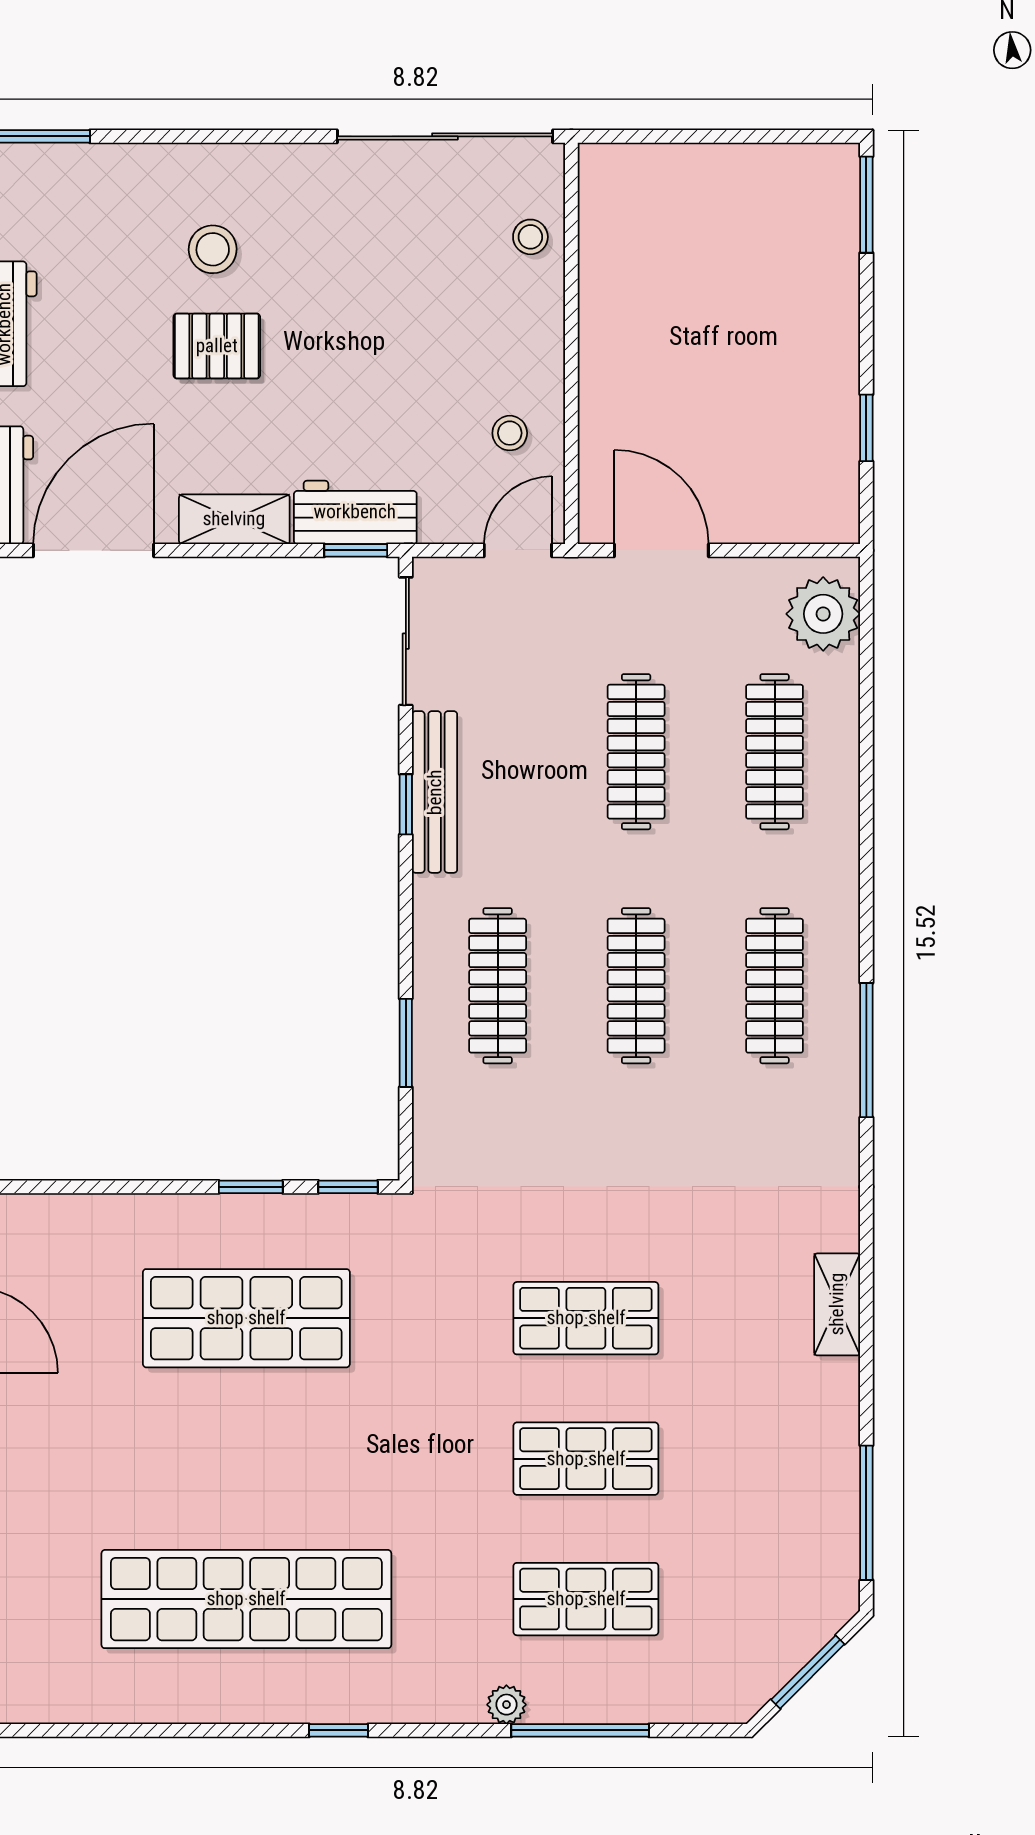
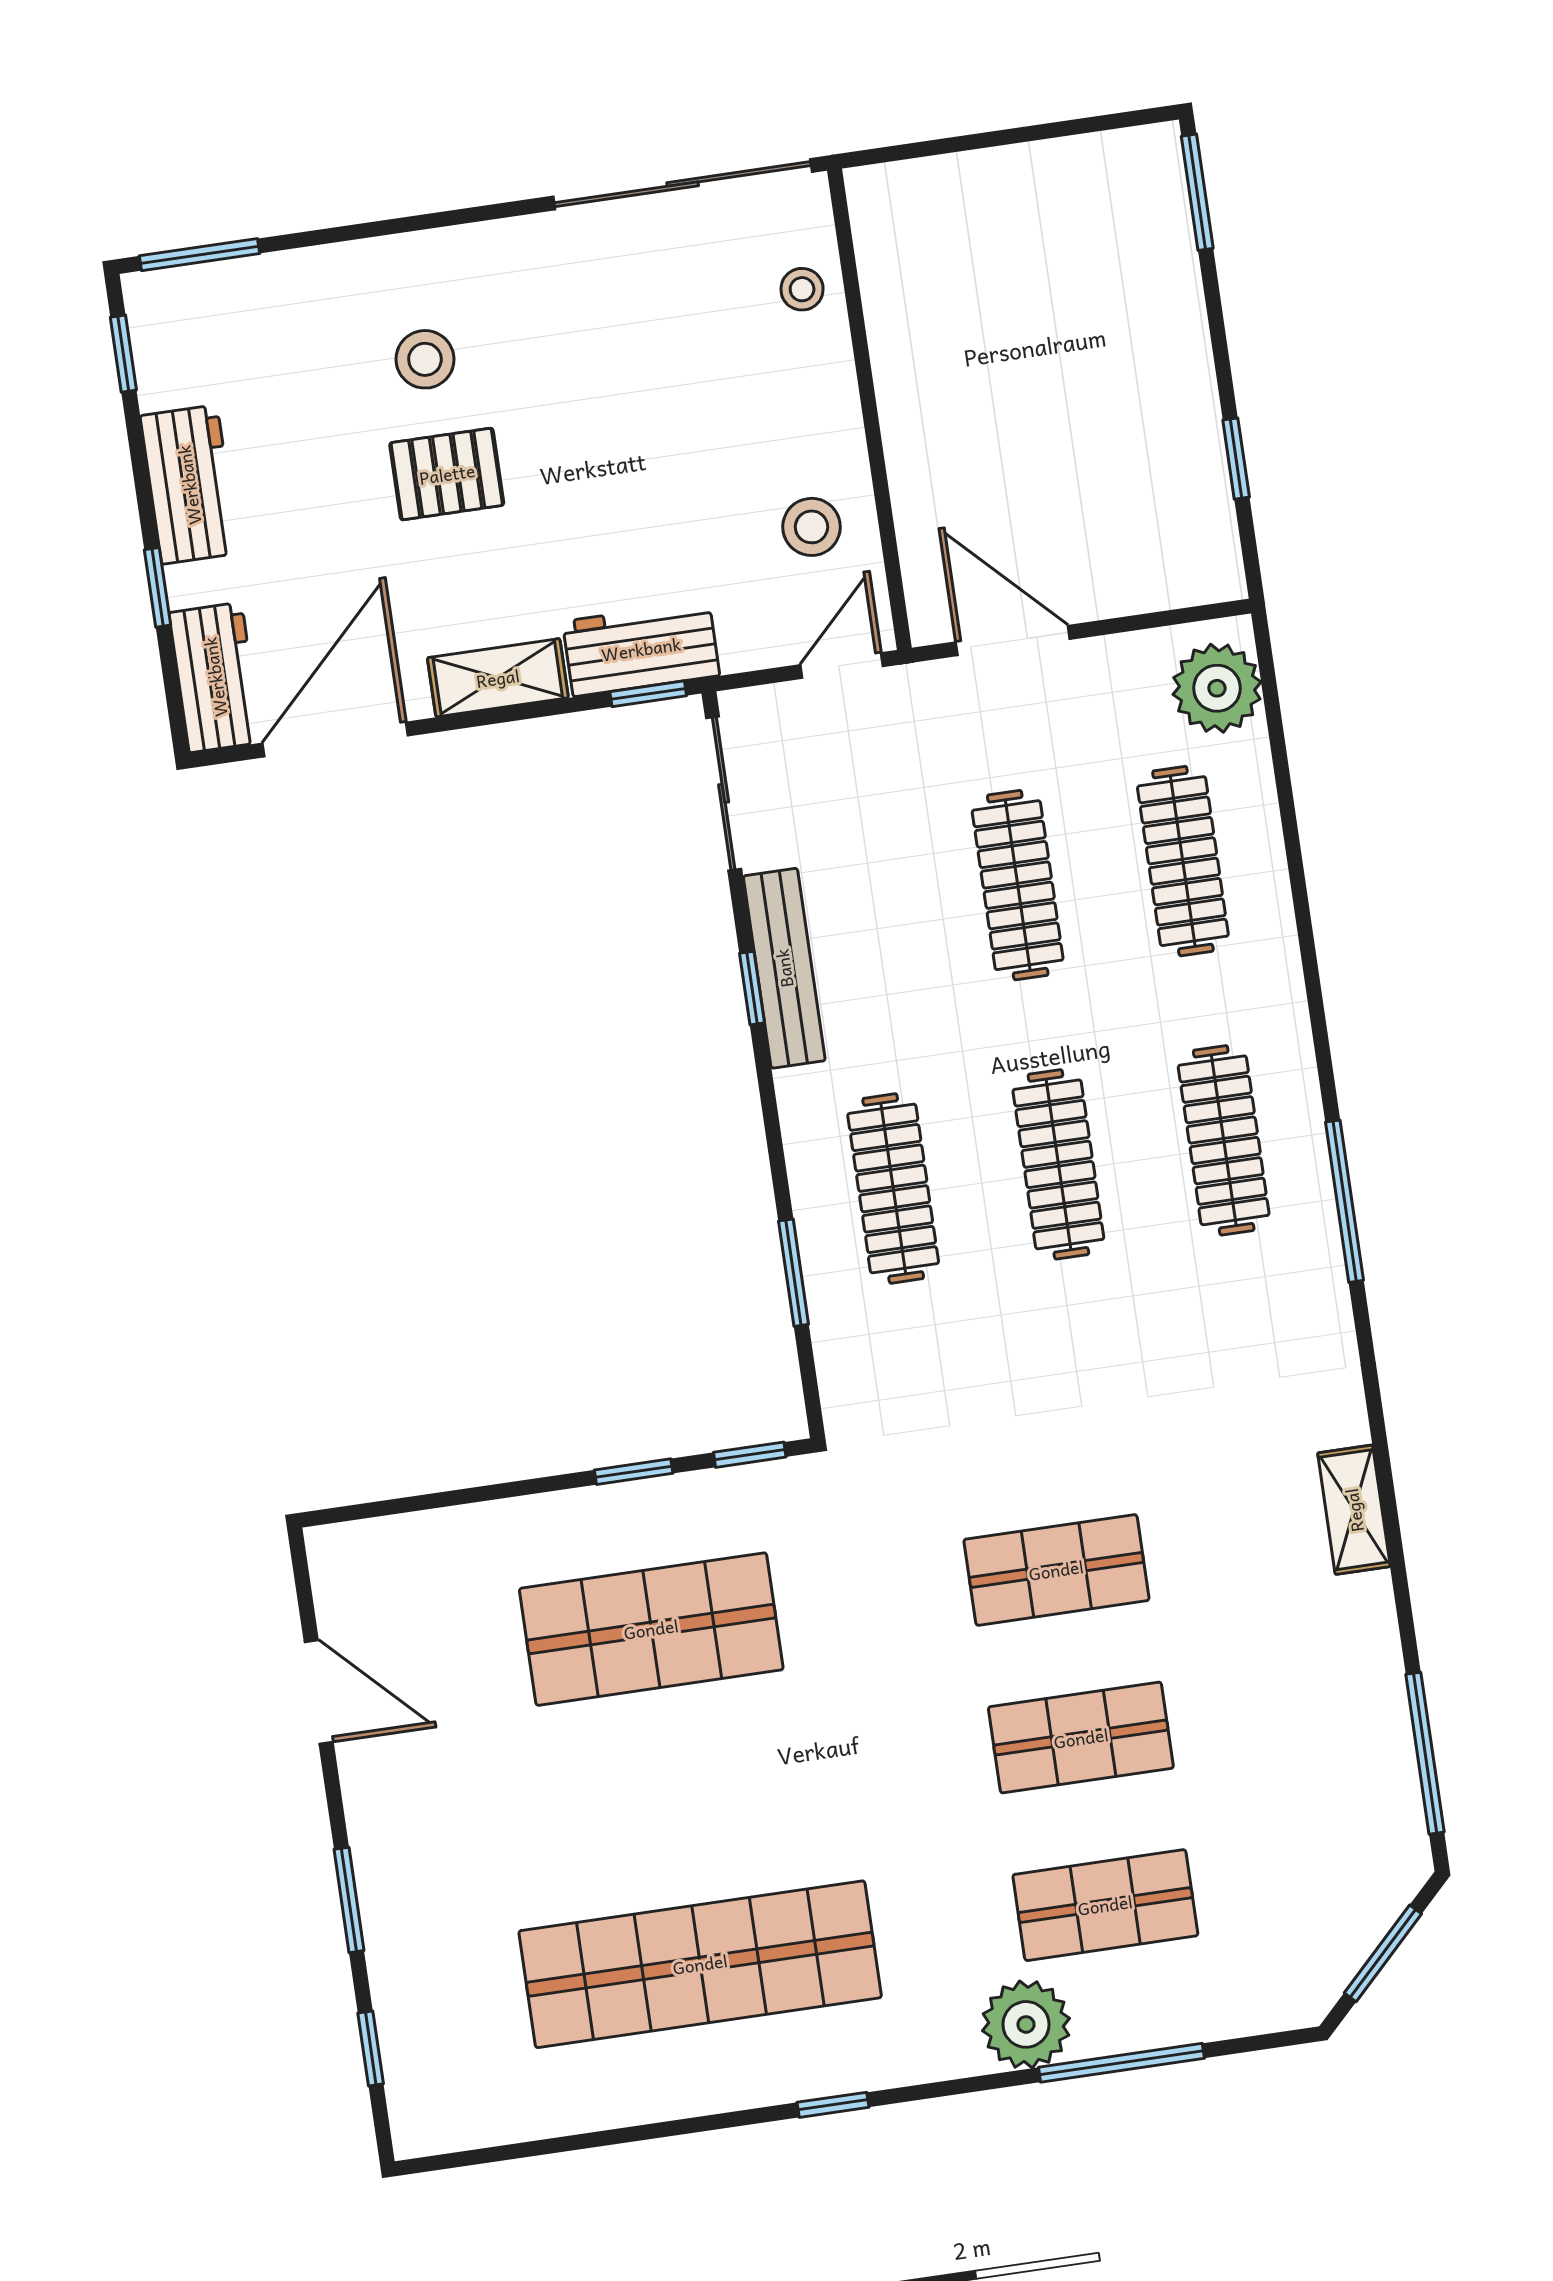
stool: (510, 433) -> (811, 527), width x1.37, depth x1.37
plant: (506, 1705) -> (1026, 2024), width x1.88, depth x1.88

